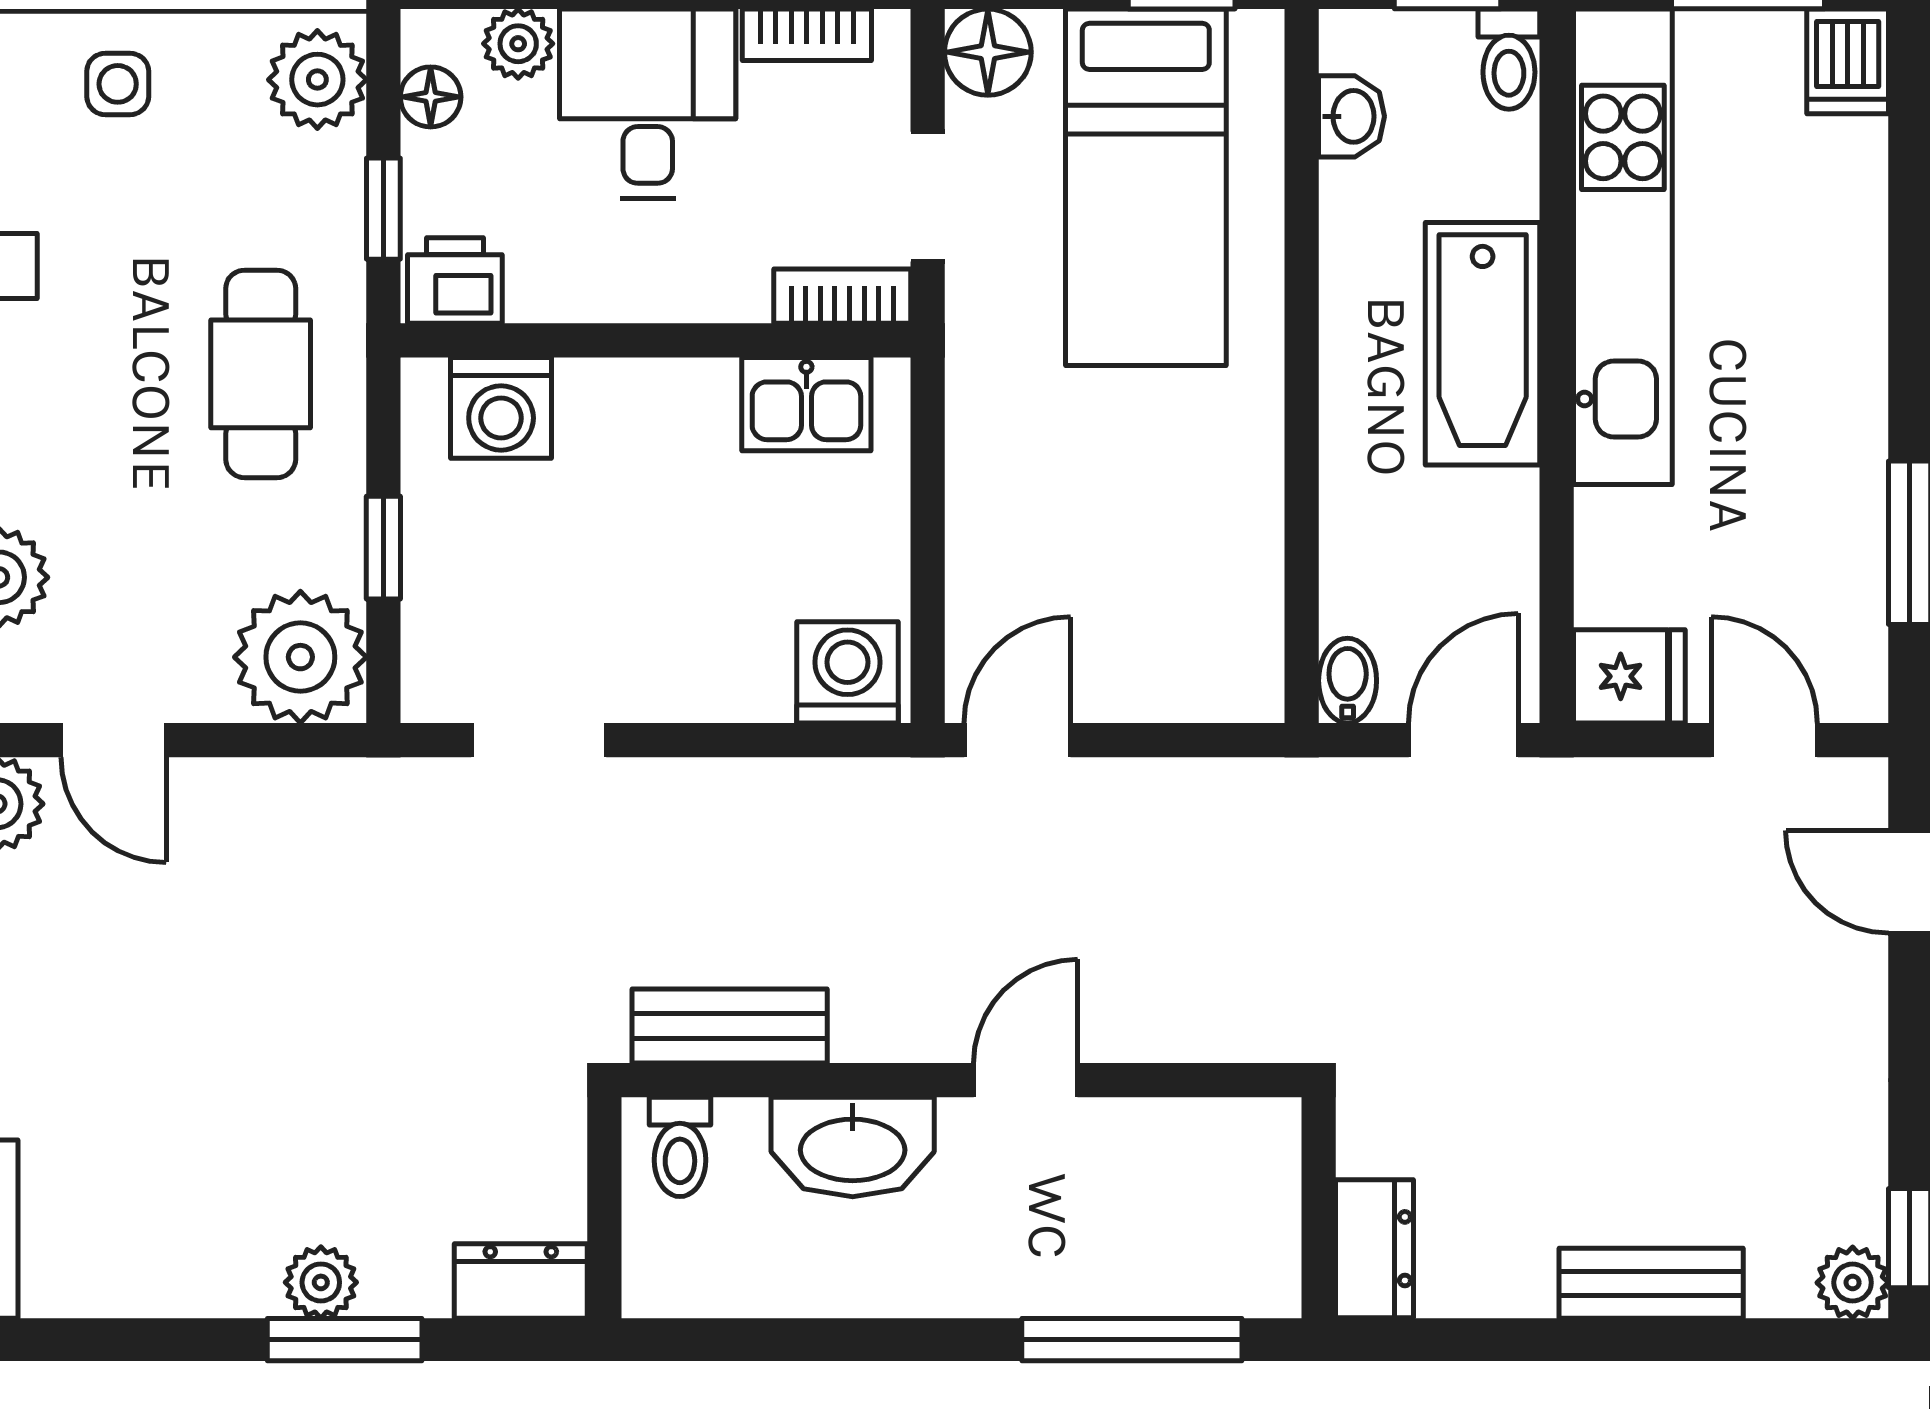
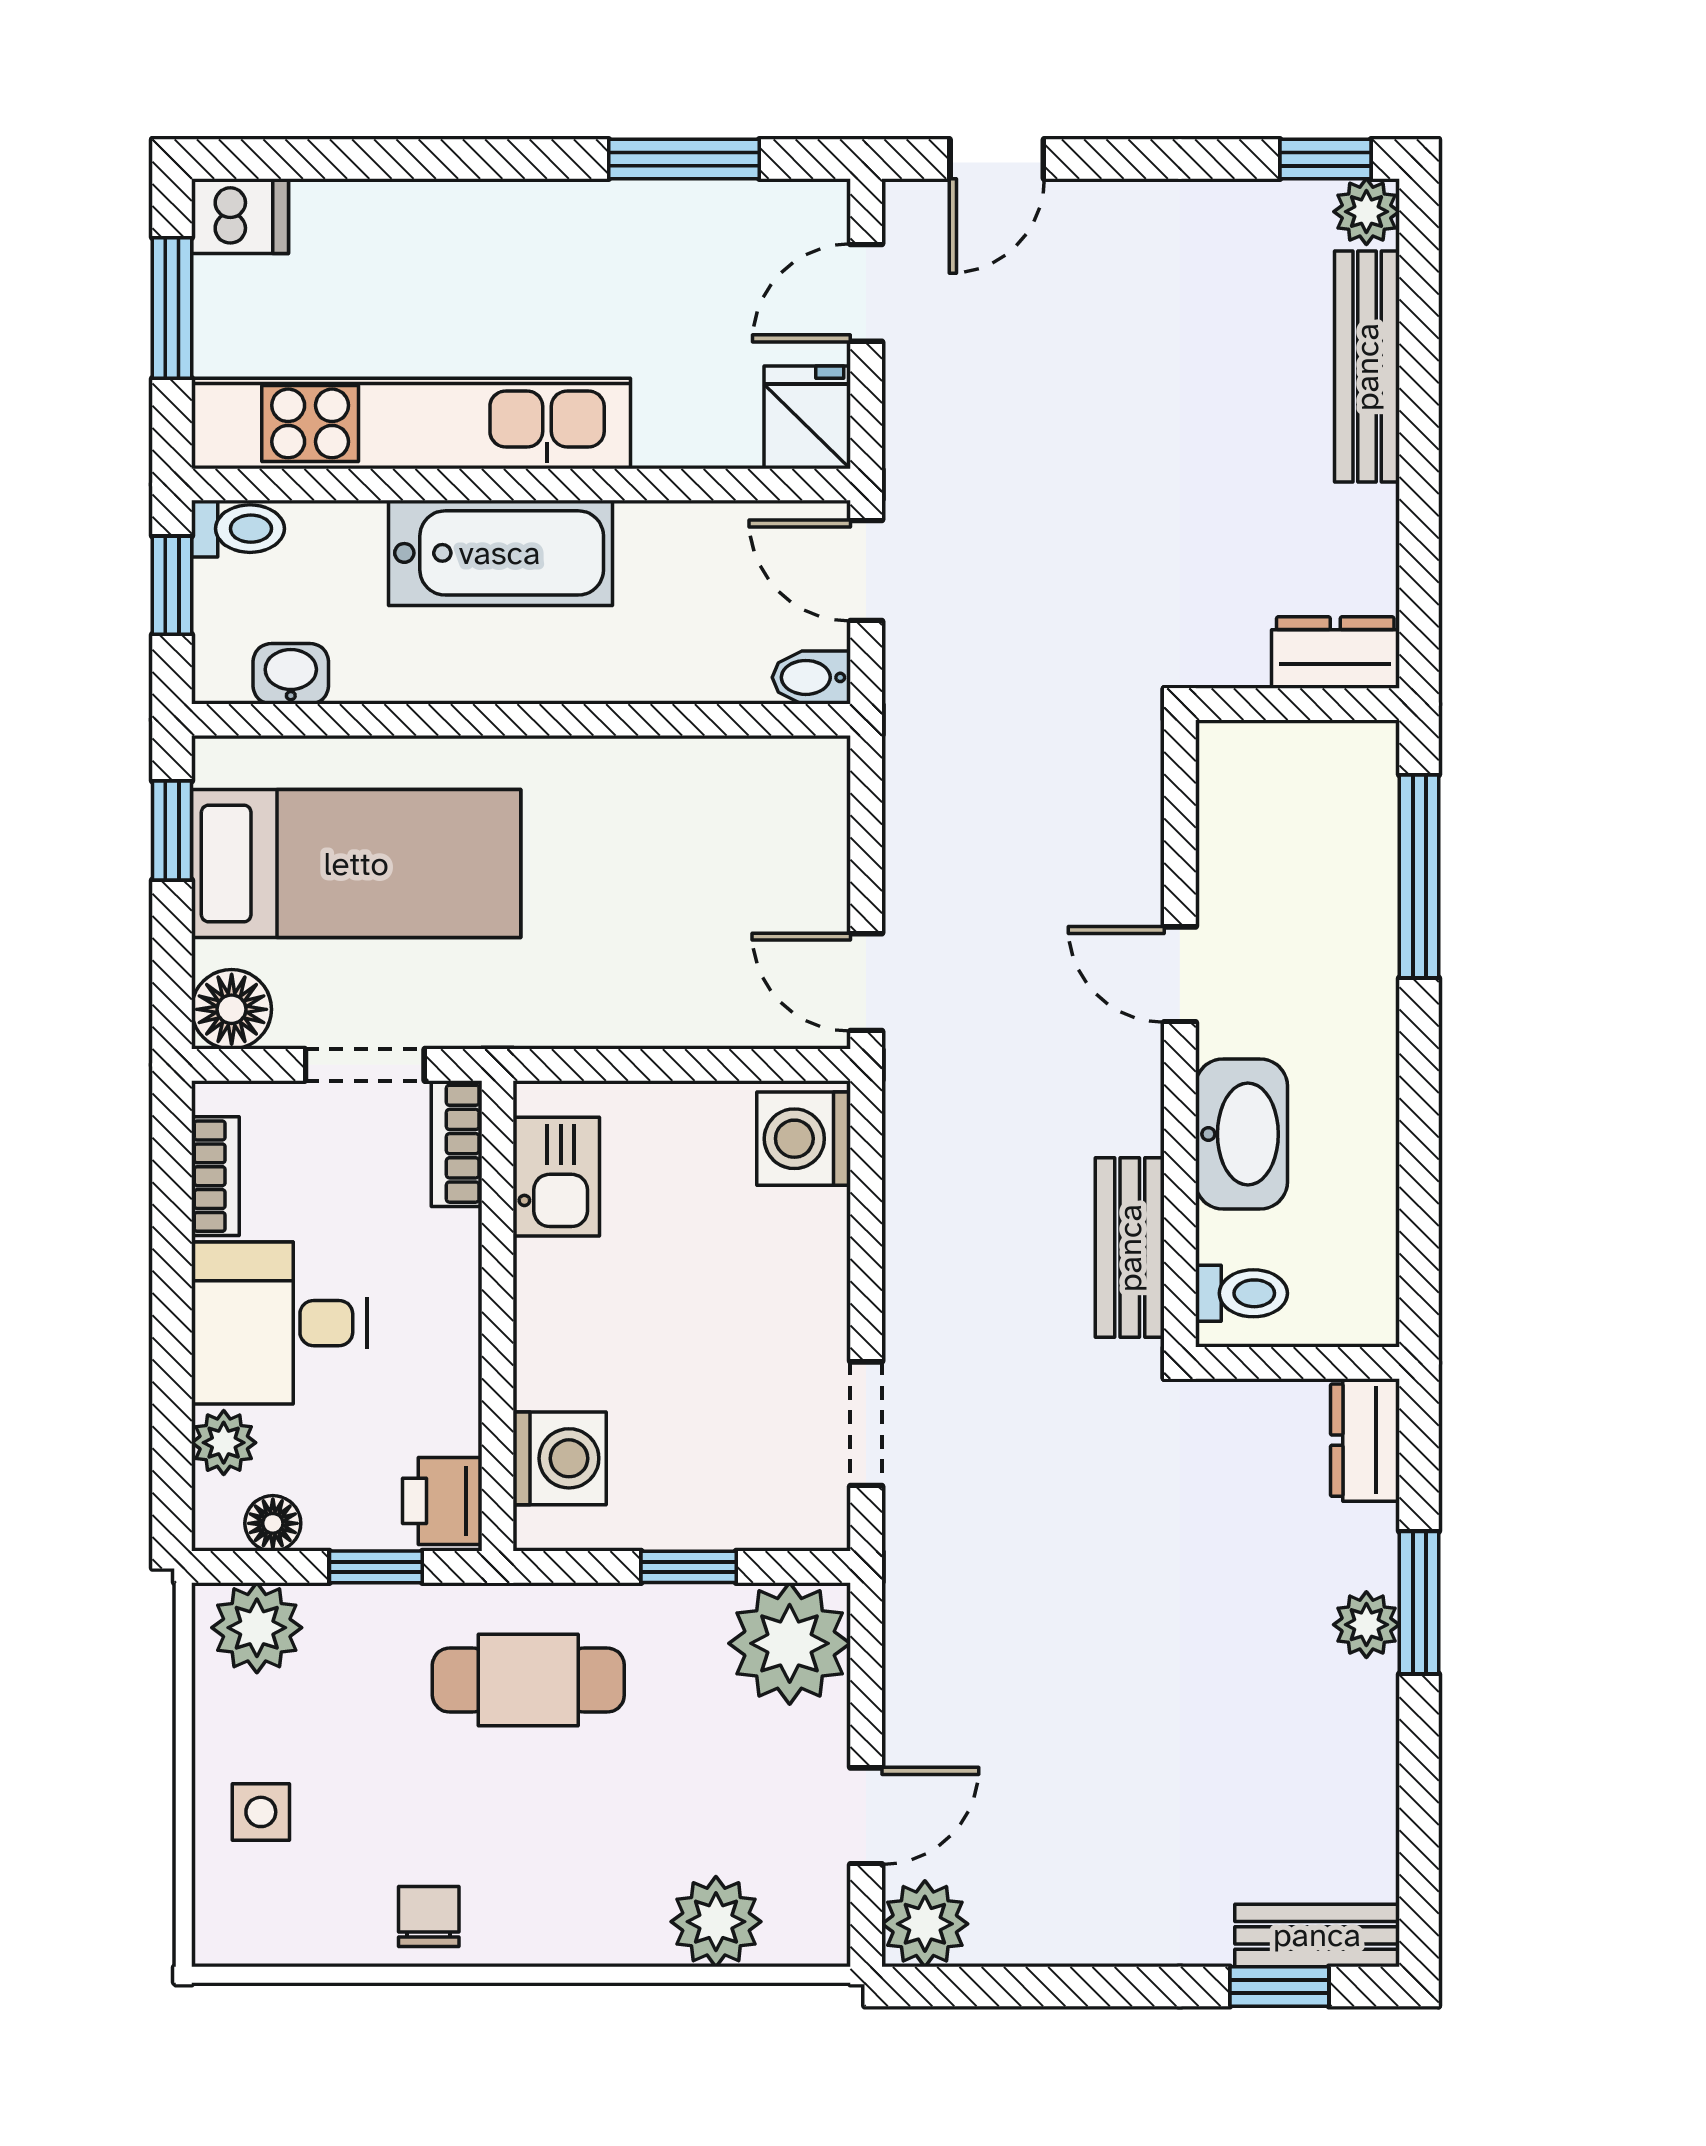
bench: (1651, 1283) -> (1367, 367), width x1.36

